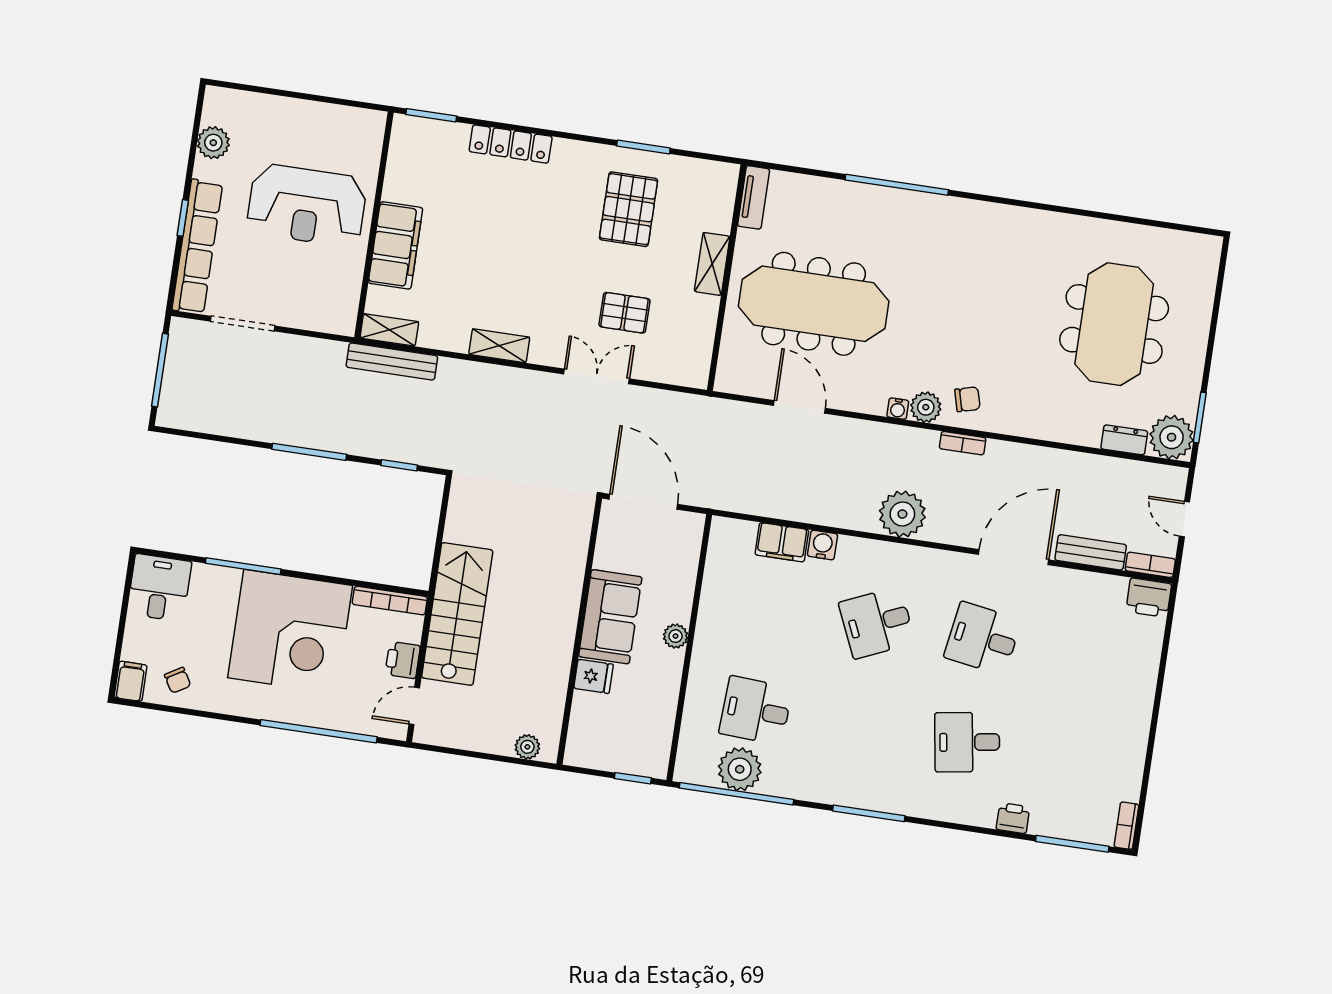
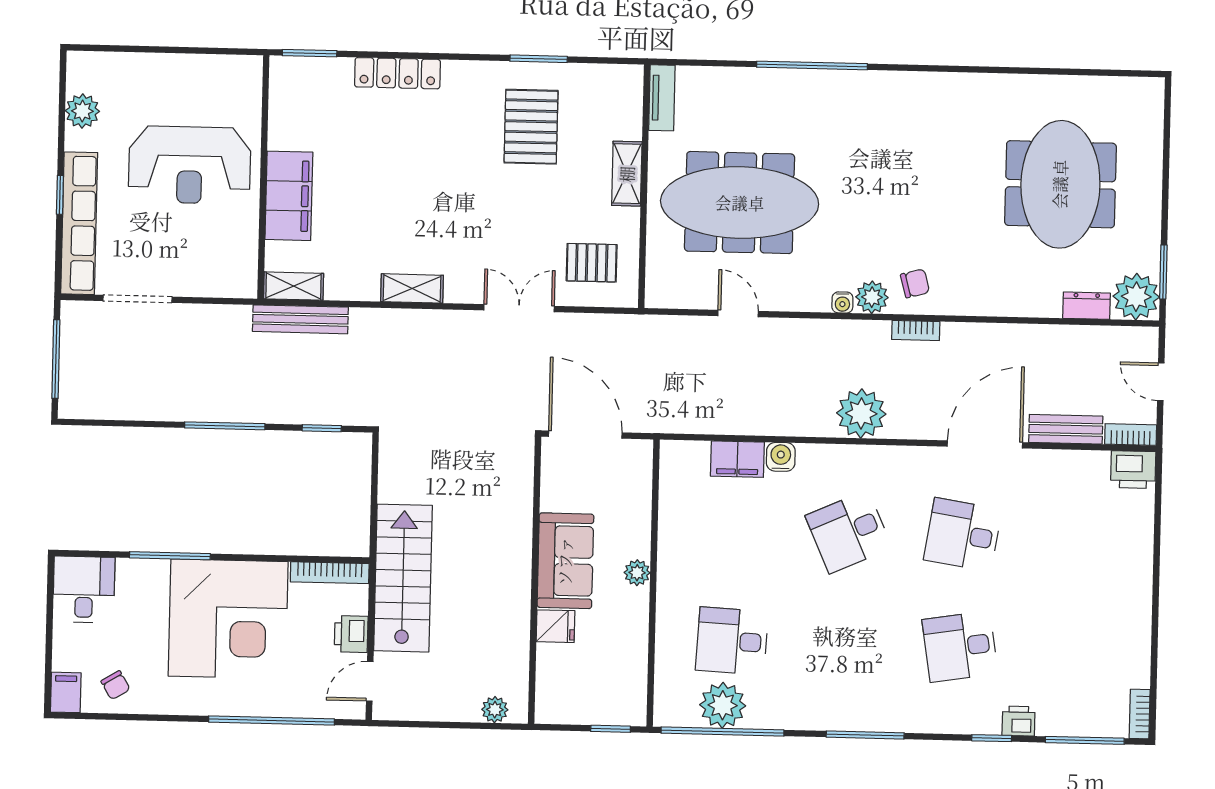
pallet: (625, 313) -> (592, 263), moved
door: (799, 407) -> (738, 313), width x0.73
window: (986, 831) -> (992, 738), added

